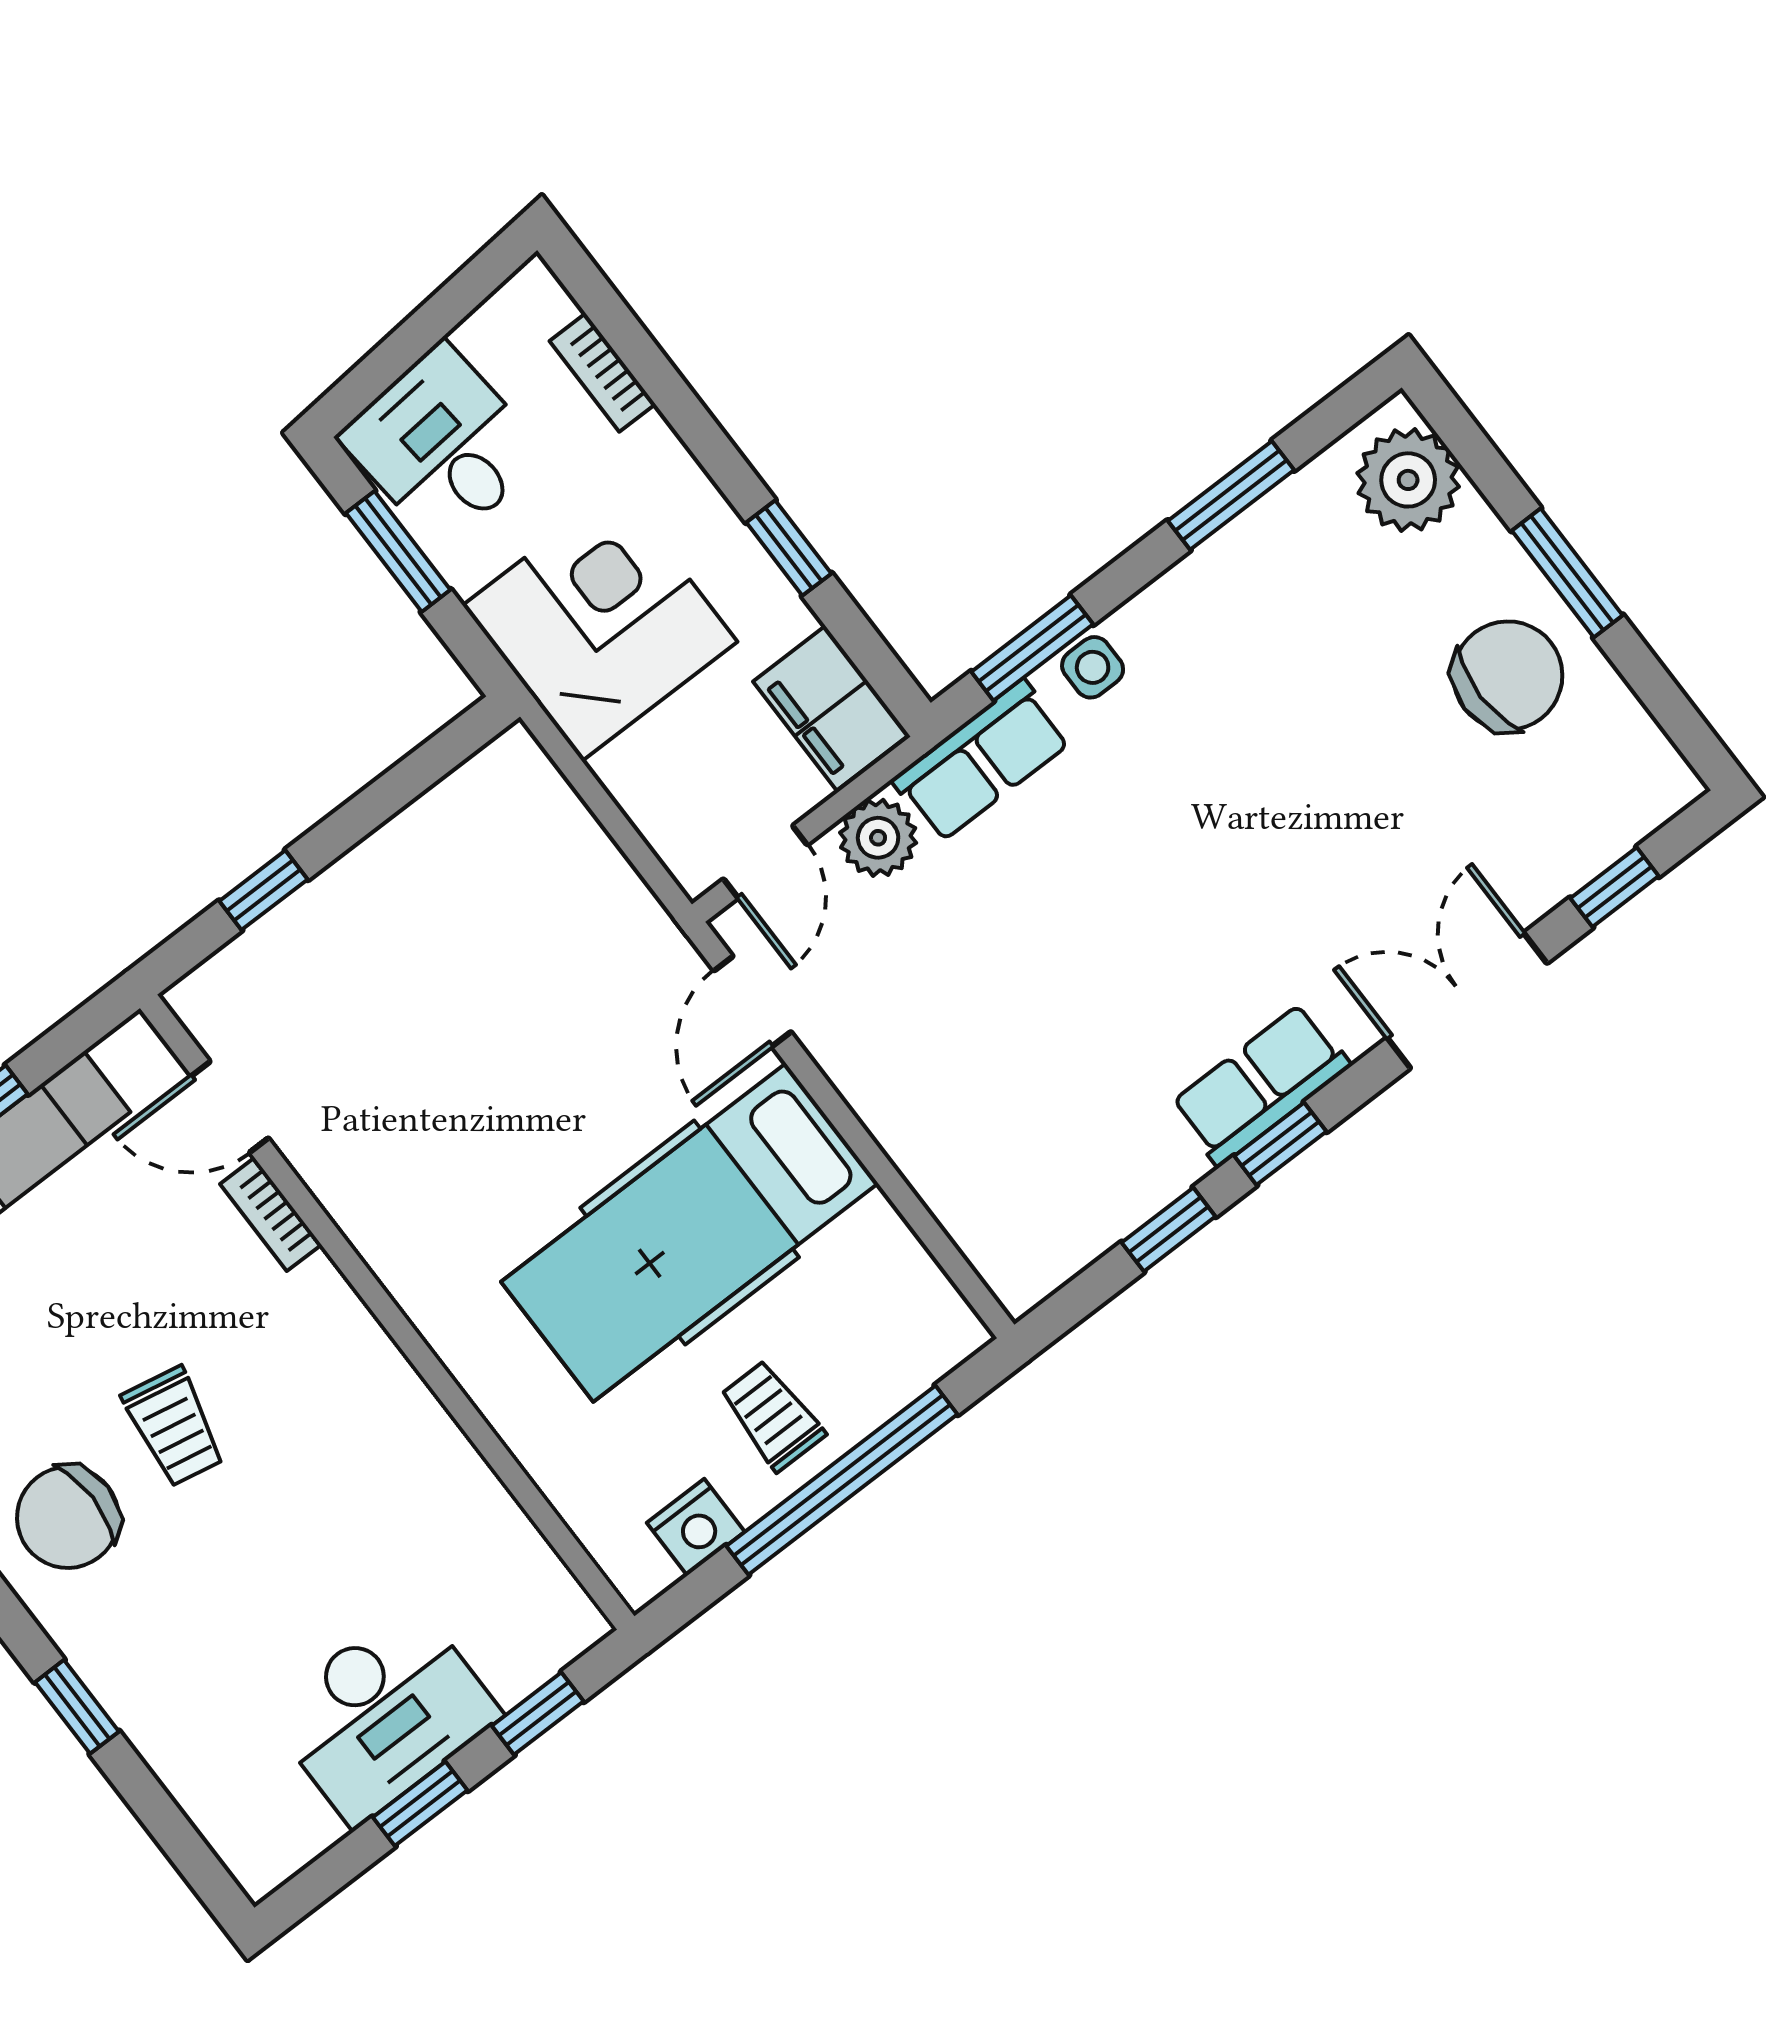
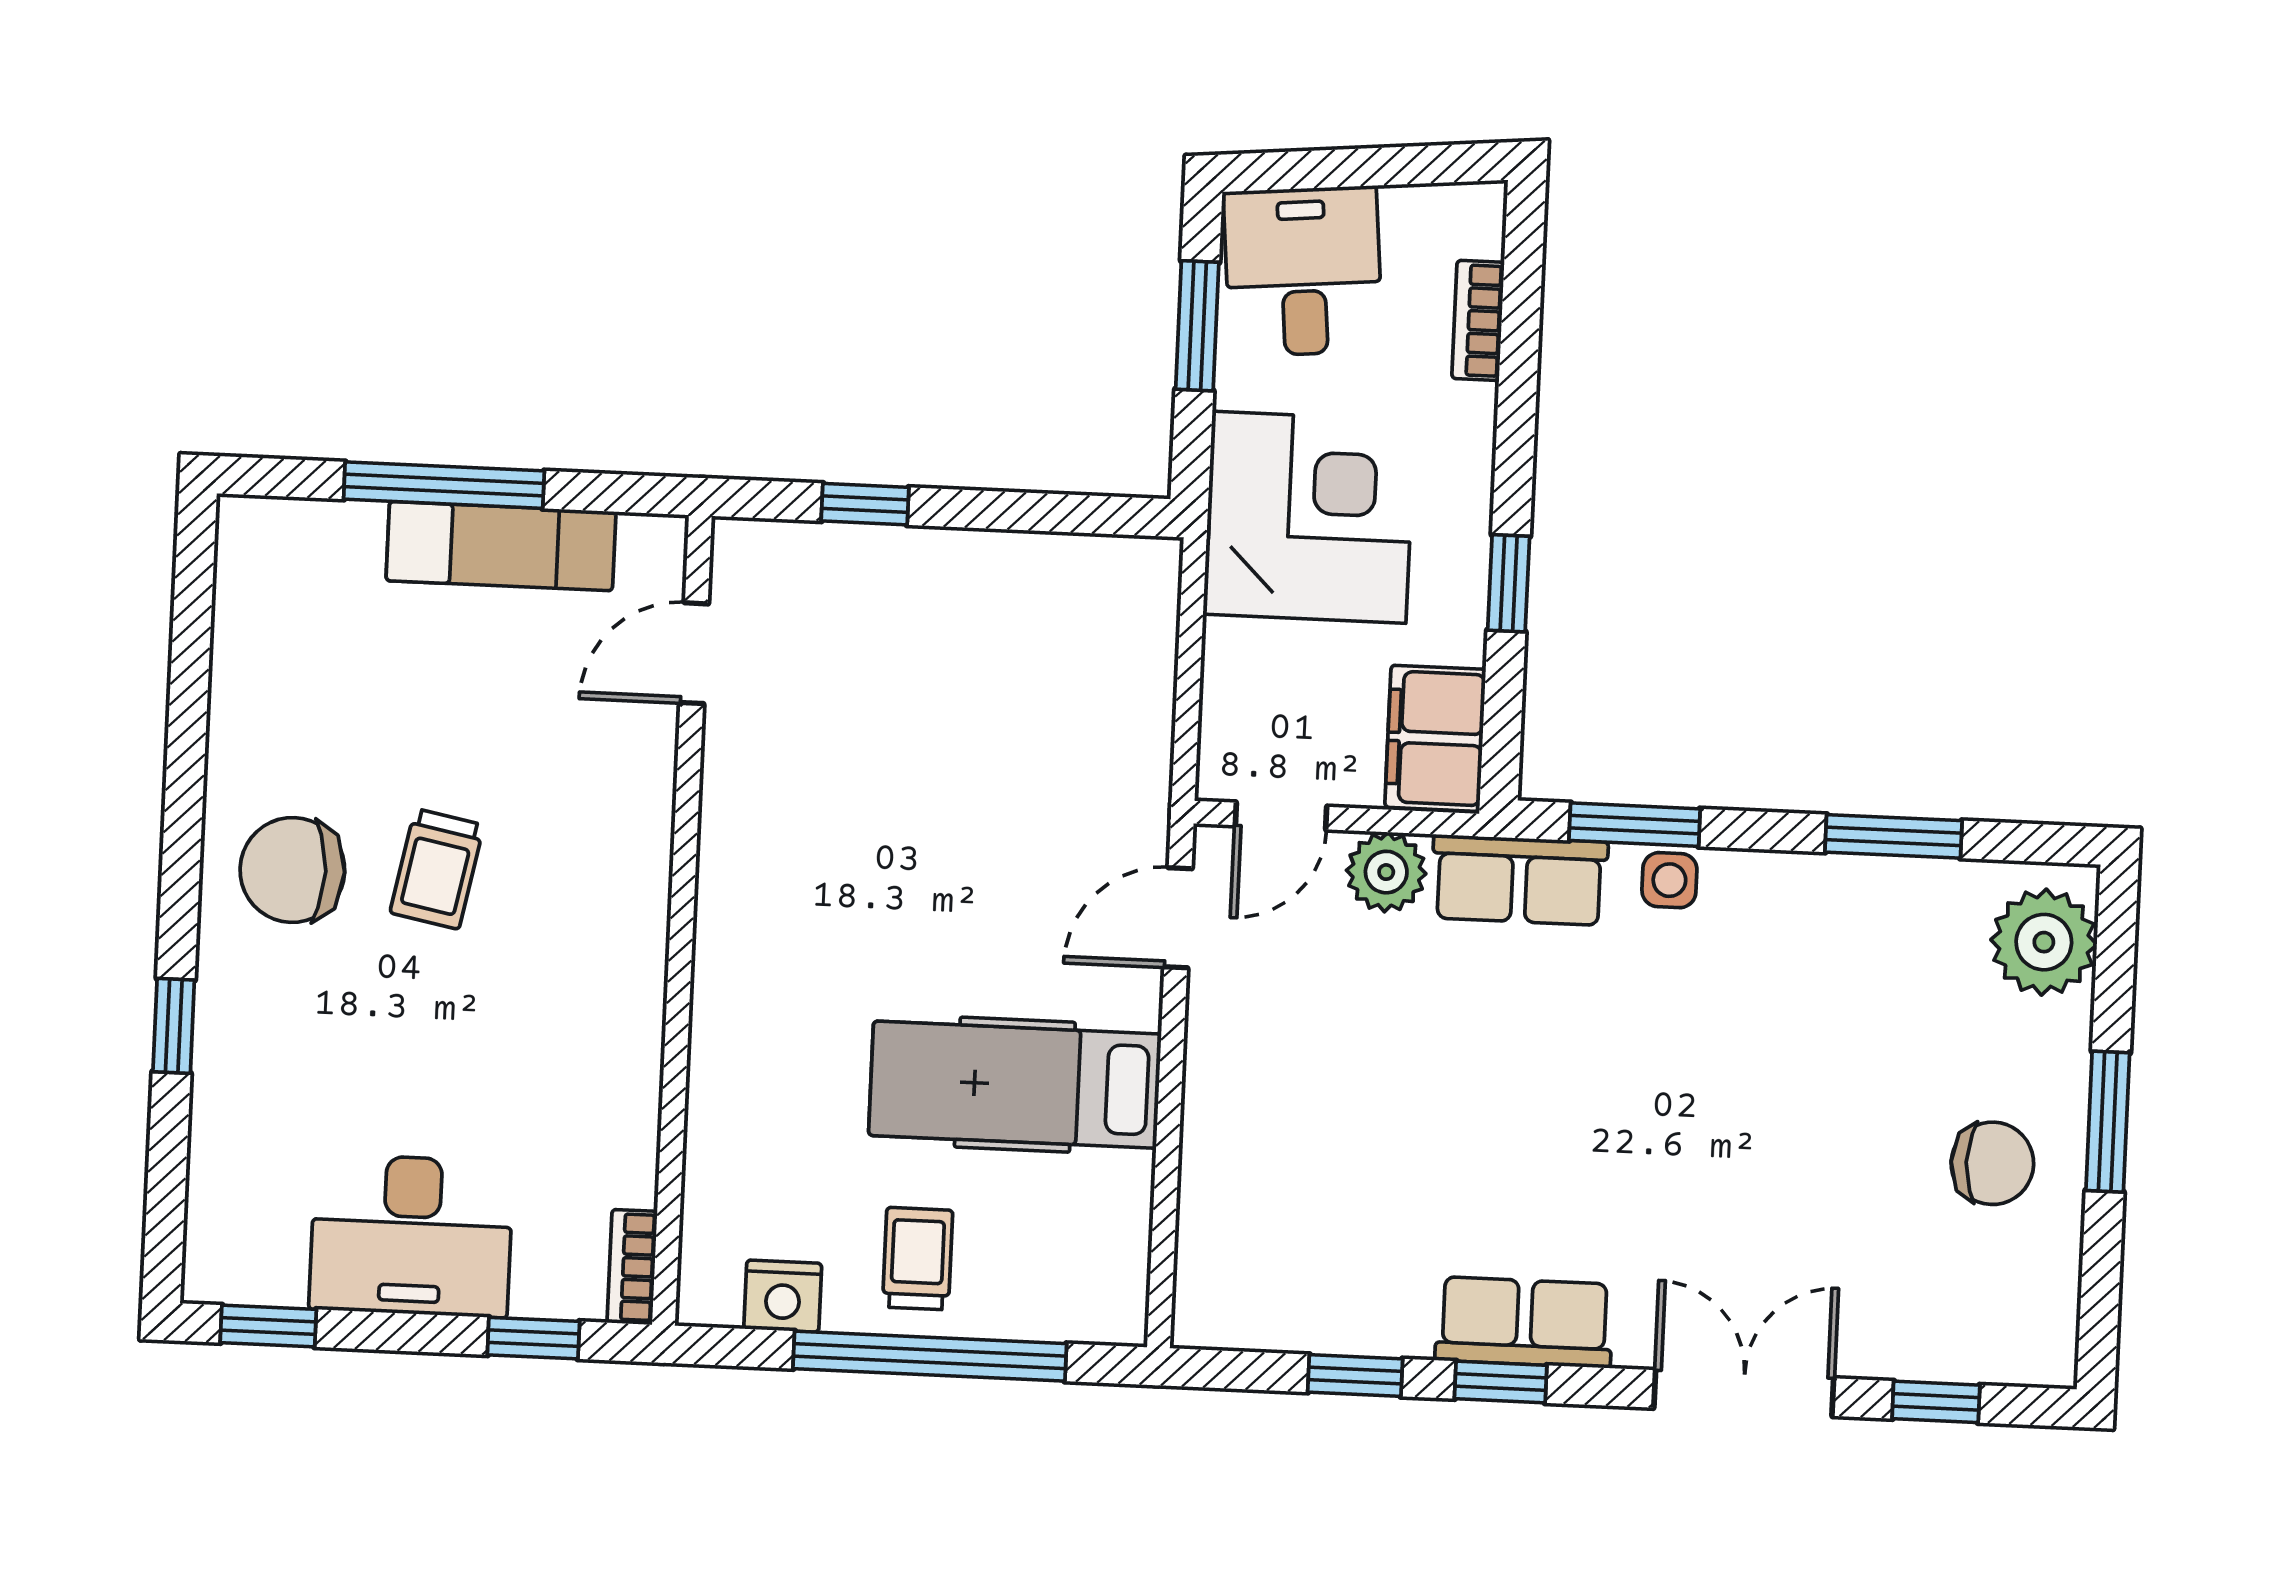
chair: (1508, 676) -> (1992, 1163), width x0.73, depth x0.73
door: (230, 1107) -> (694, 653), hinge flipped
bookcase: (271, 1214) -> (632, 1267), moved
hospital bed: (690, 1232) -> (1015, 1085), width x0.73, depth x0.78
window: (420, 1804) -> (268, 1326), moved

